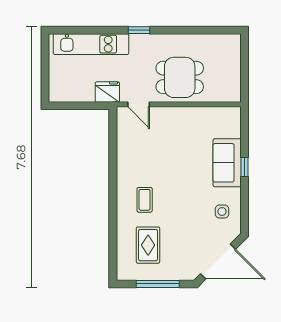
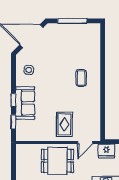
door: (139, 104) -> (85, 142), swing flipped
window: (245, 135) -> (13, 122), added
rug: (148, 245) -> (64, 124), moved

